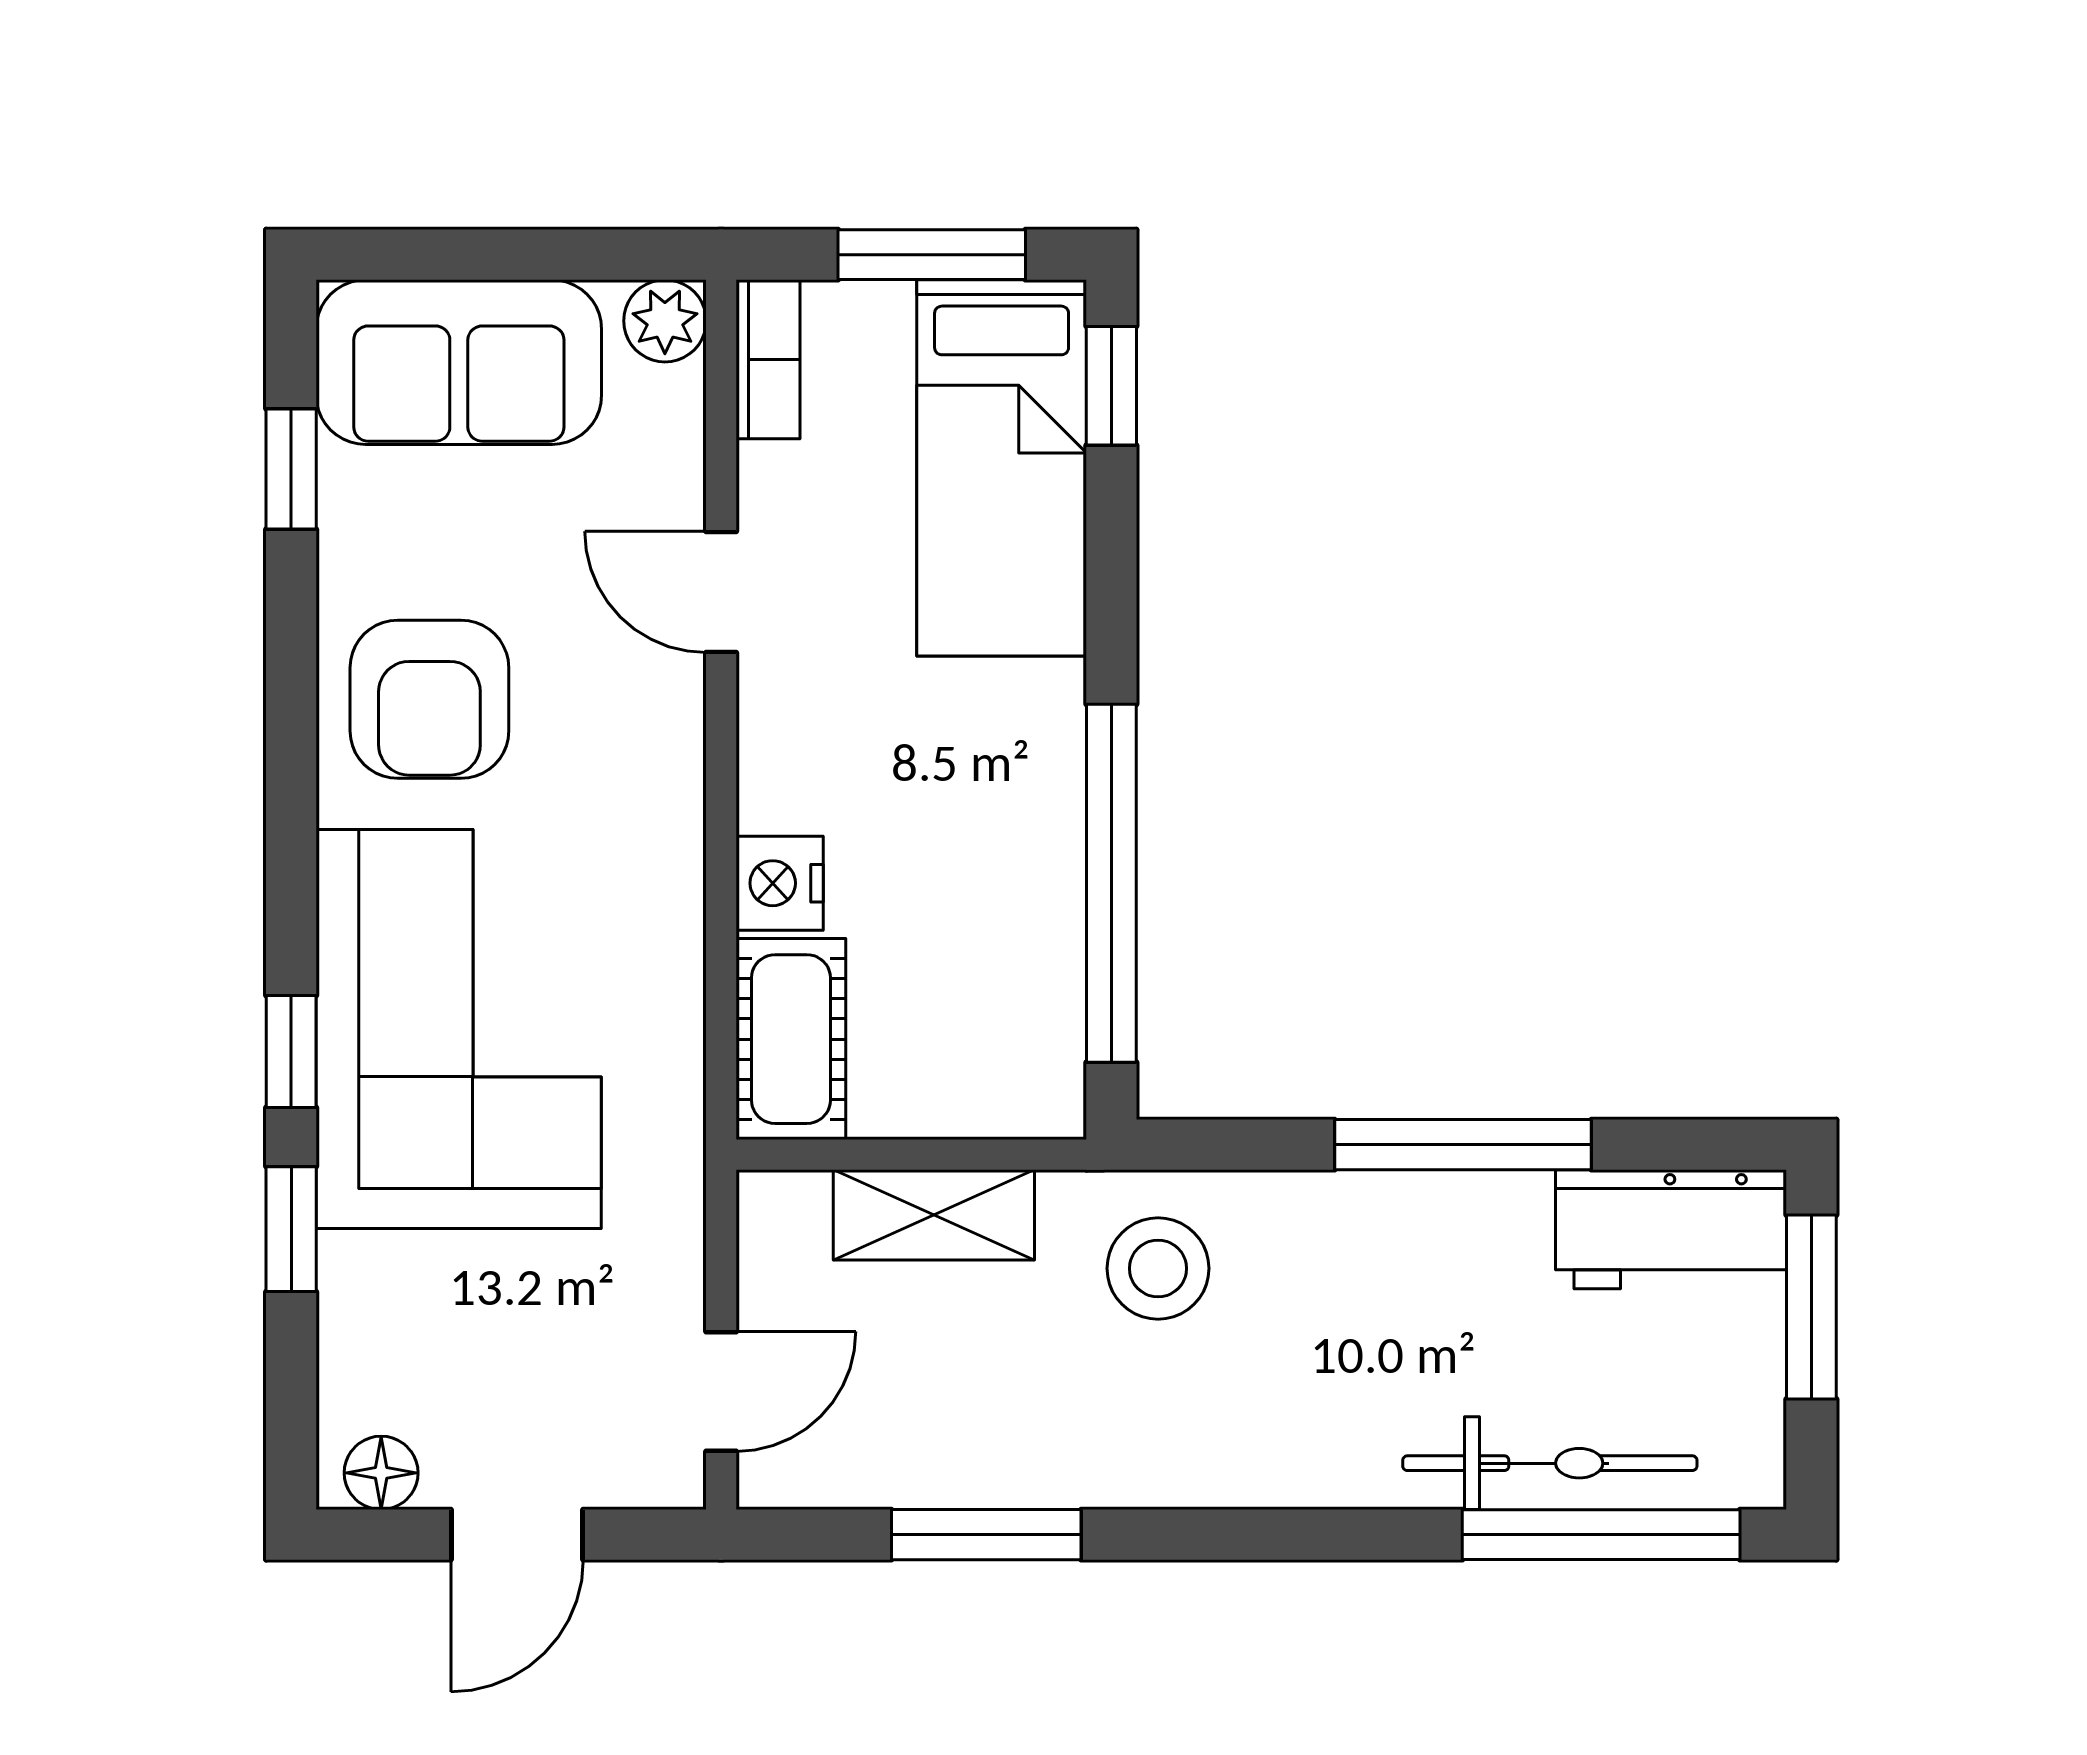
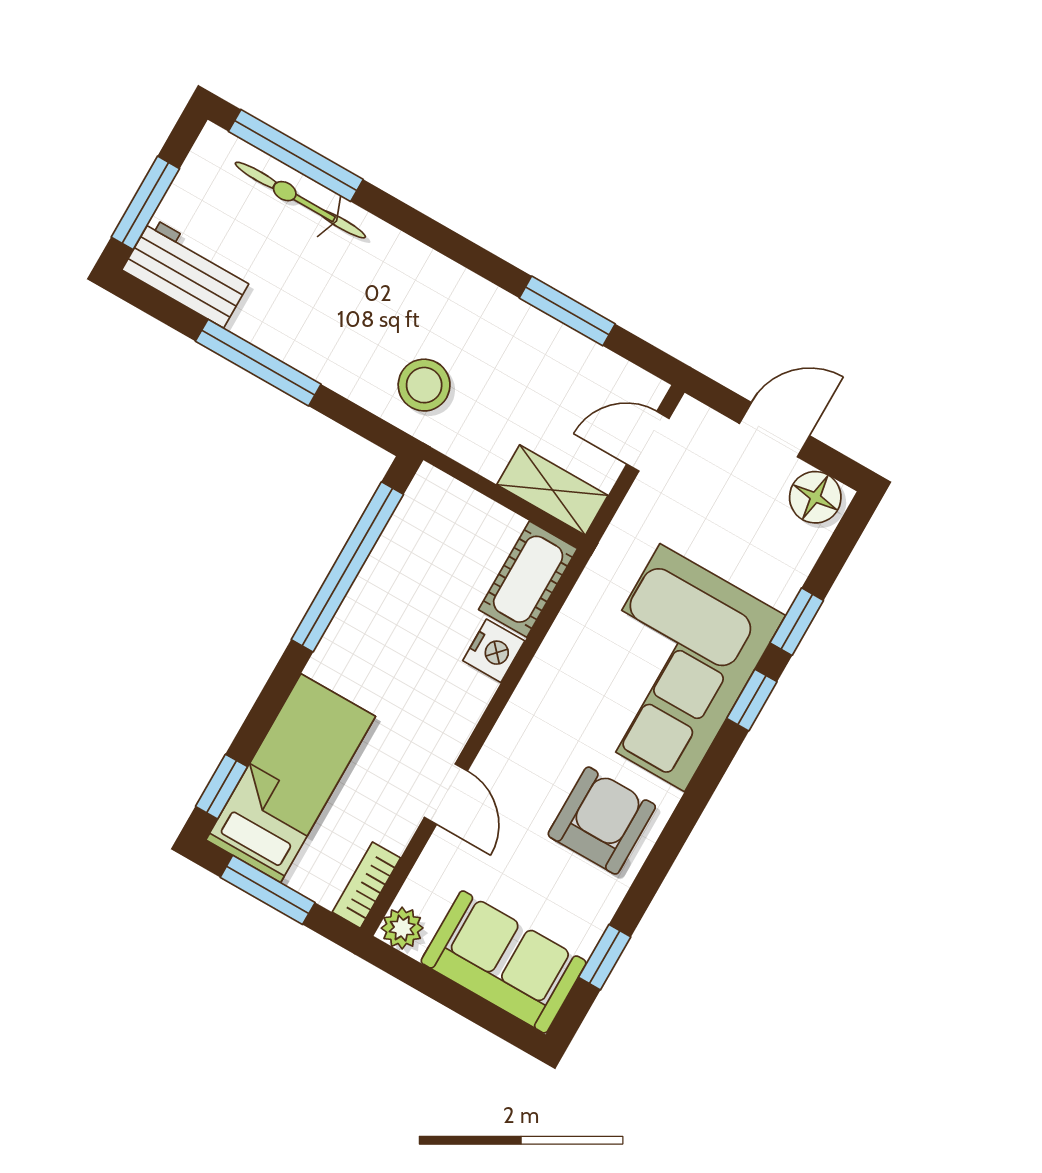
shelving: (934, 1215) -> (552, 490), moved
floor lamp: (381, 1473) -> (815, 497), width x1.37, depth x1.37

